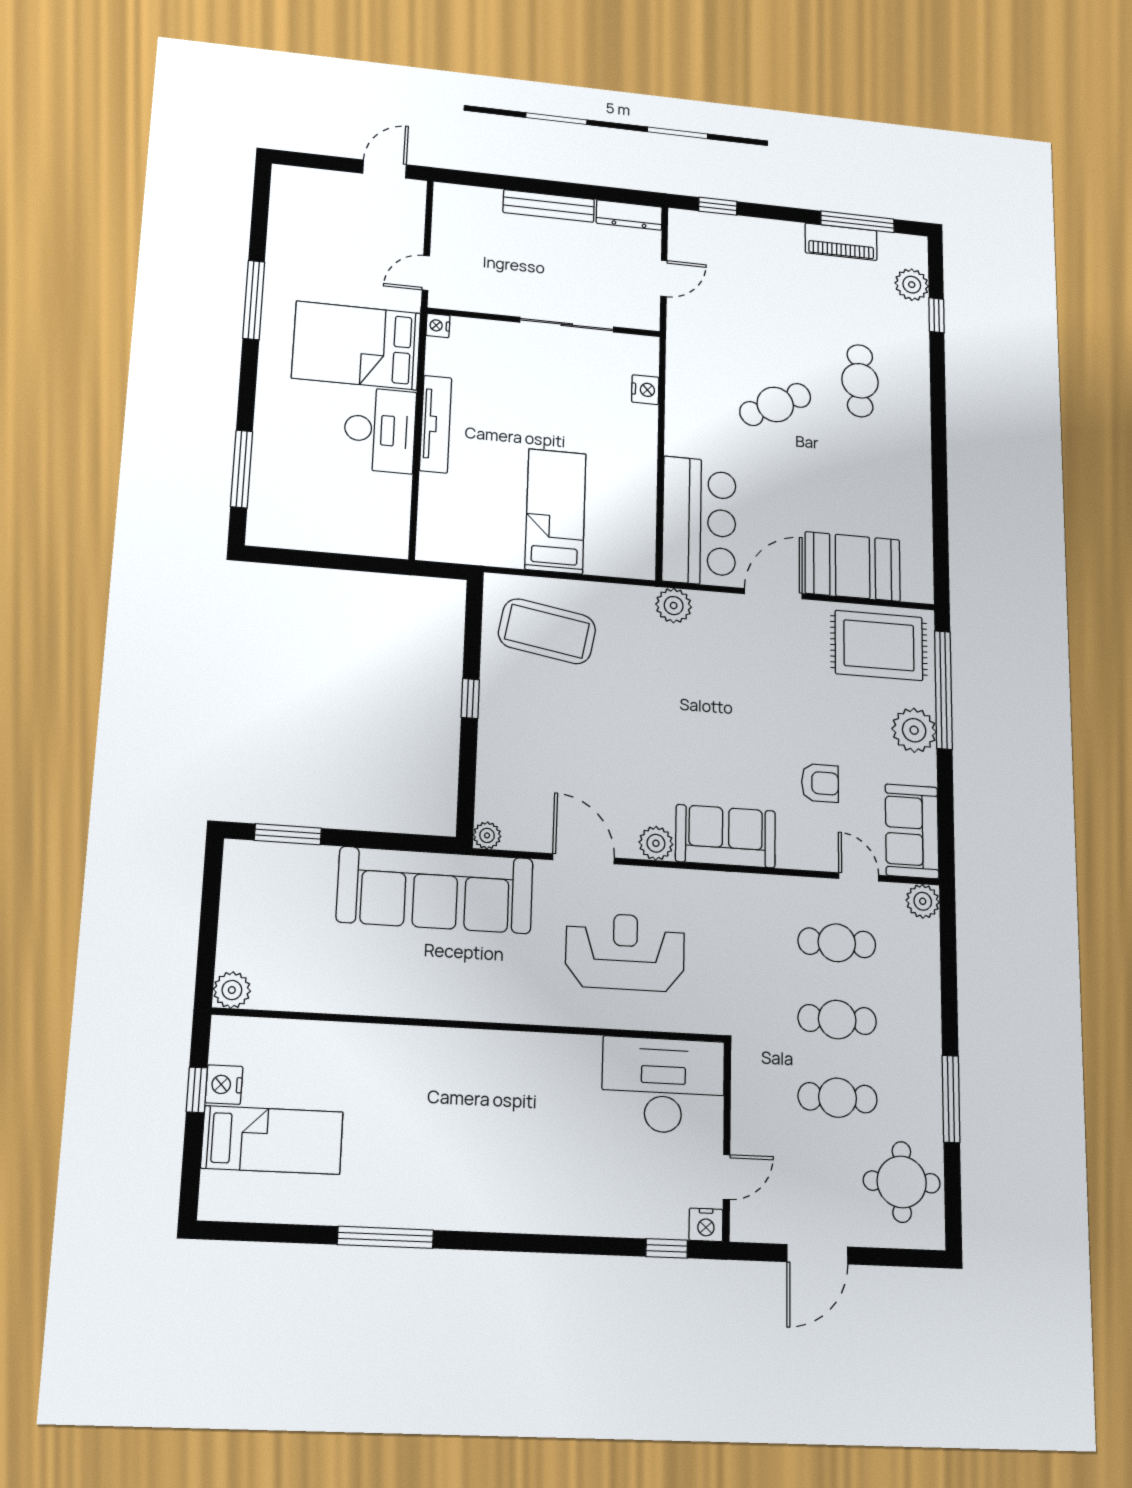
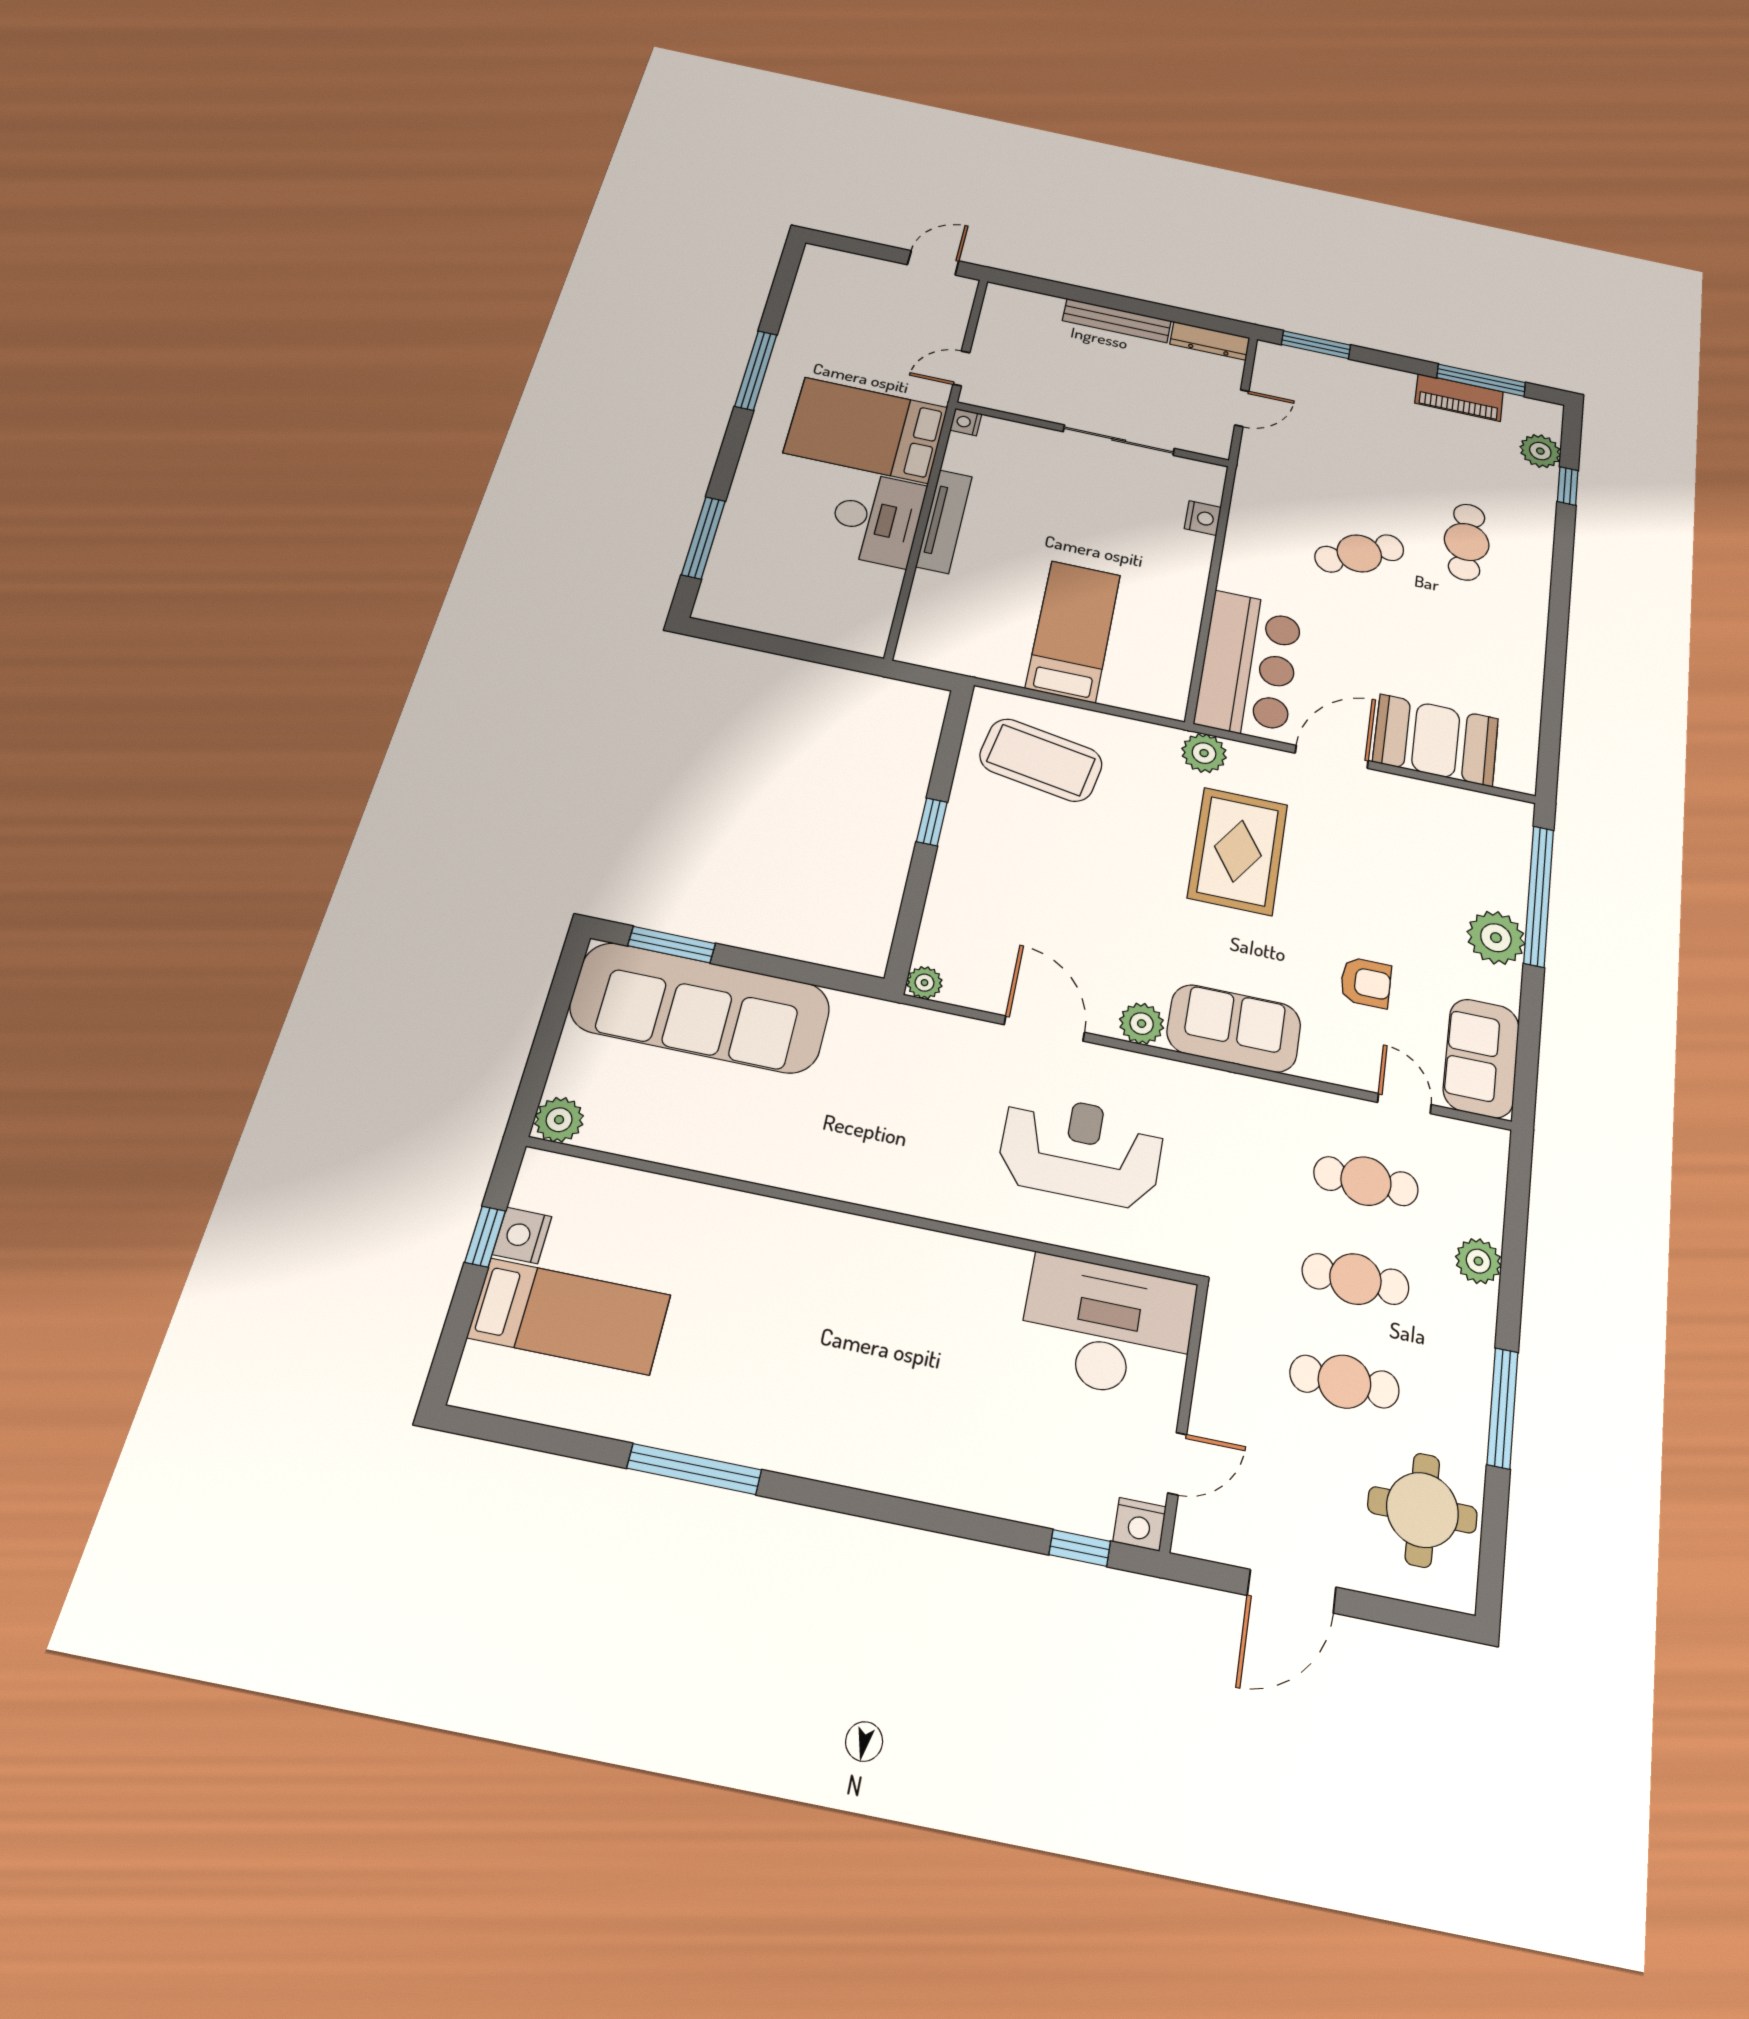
window: (718, 206) -> (1316, 345), width x1.50
rug: (879, 645) -> (1238, 851), moved, turned 90
sofa: (435, 890) -> (700, 1008), moved
plant: (923, 901) -> (1478, 1261), moved

